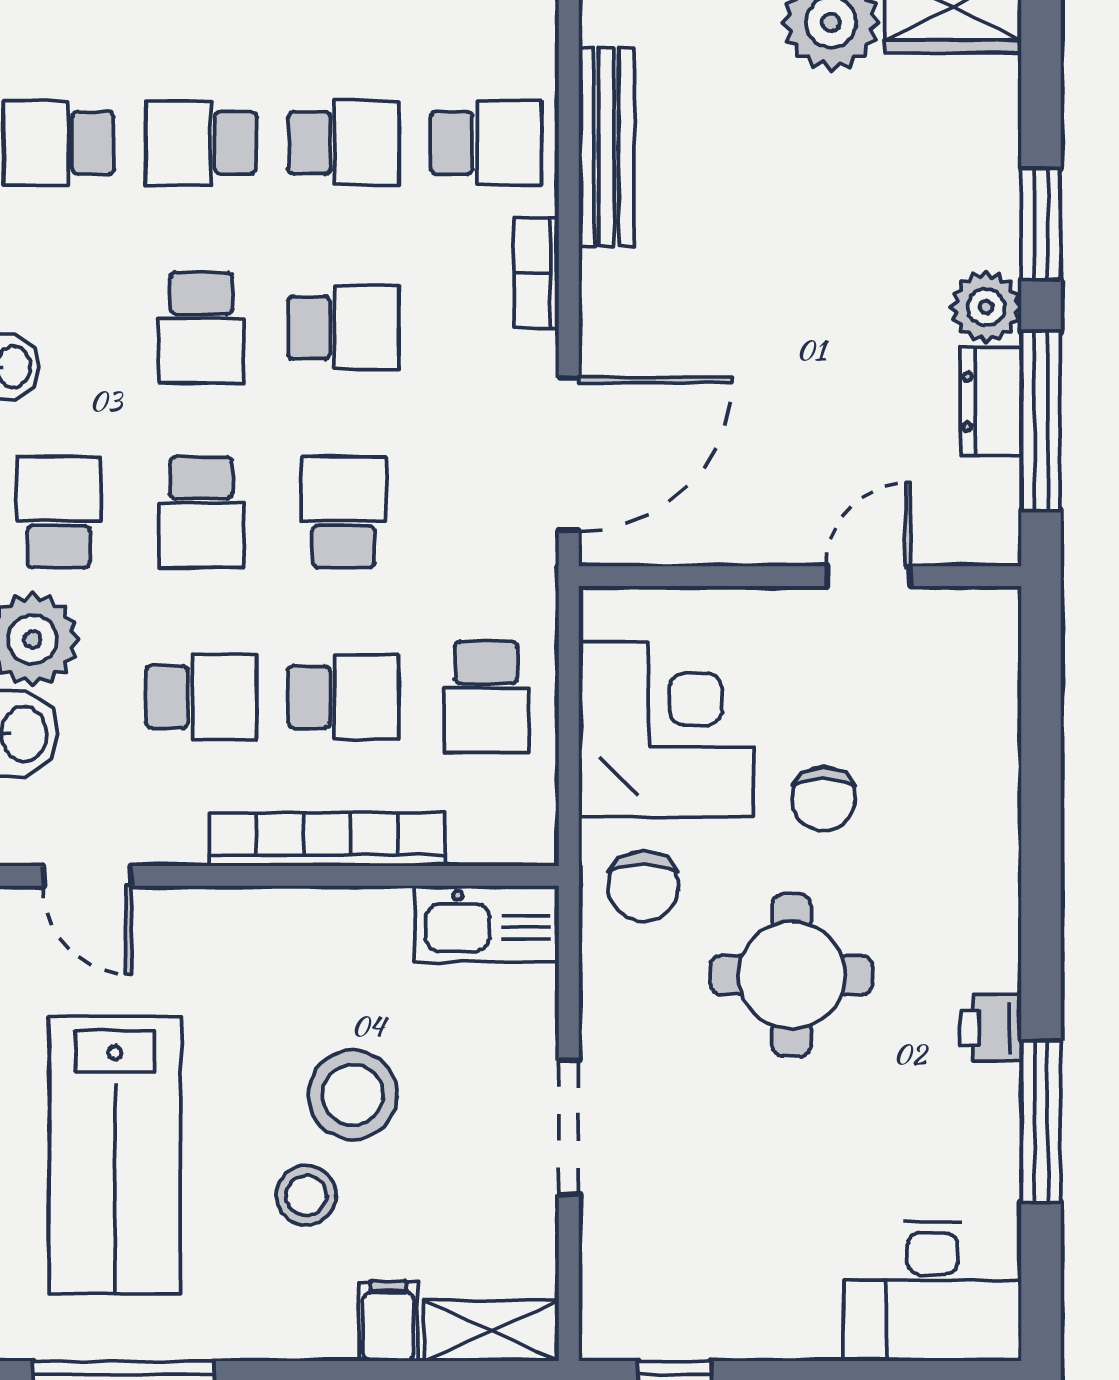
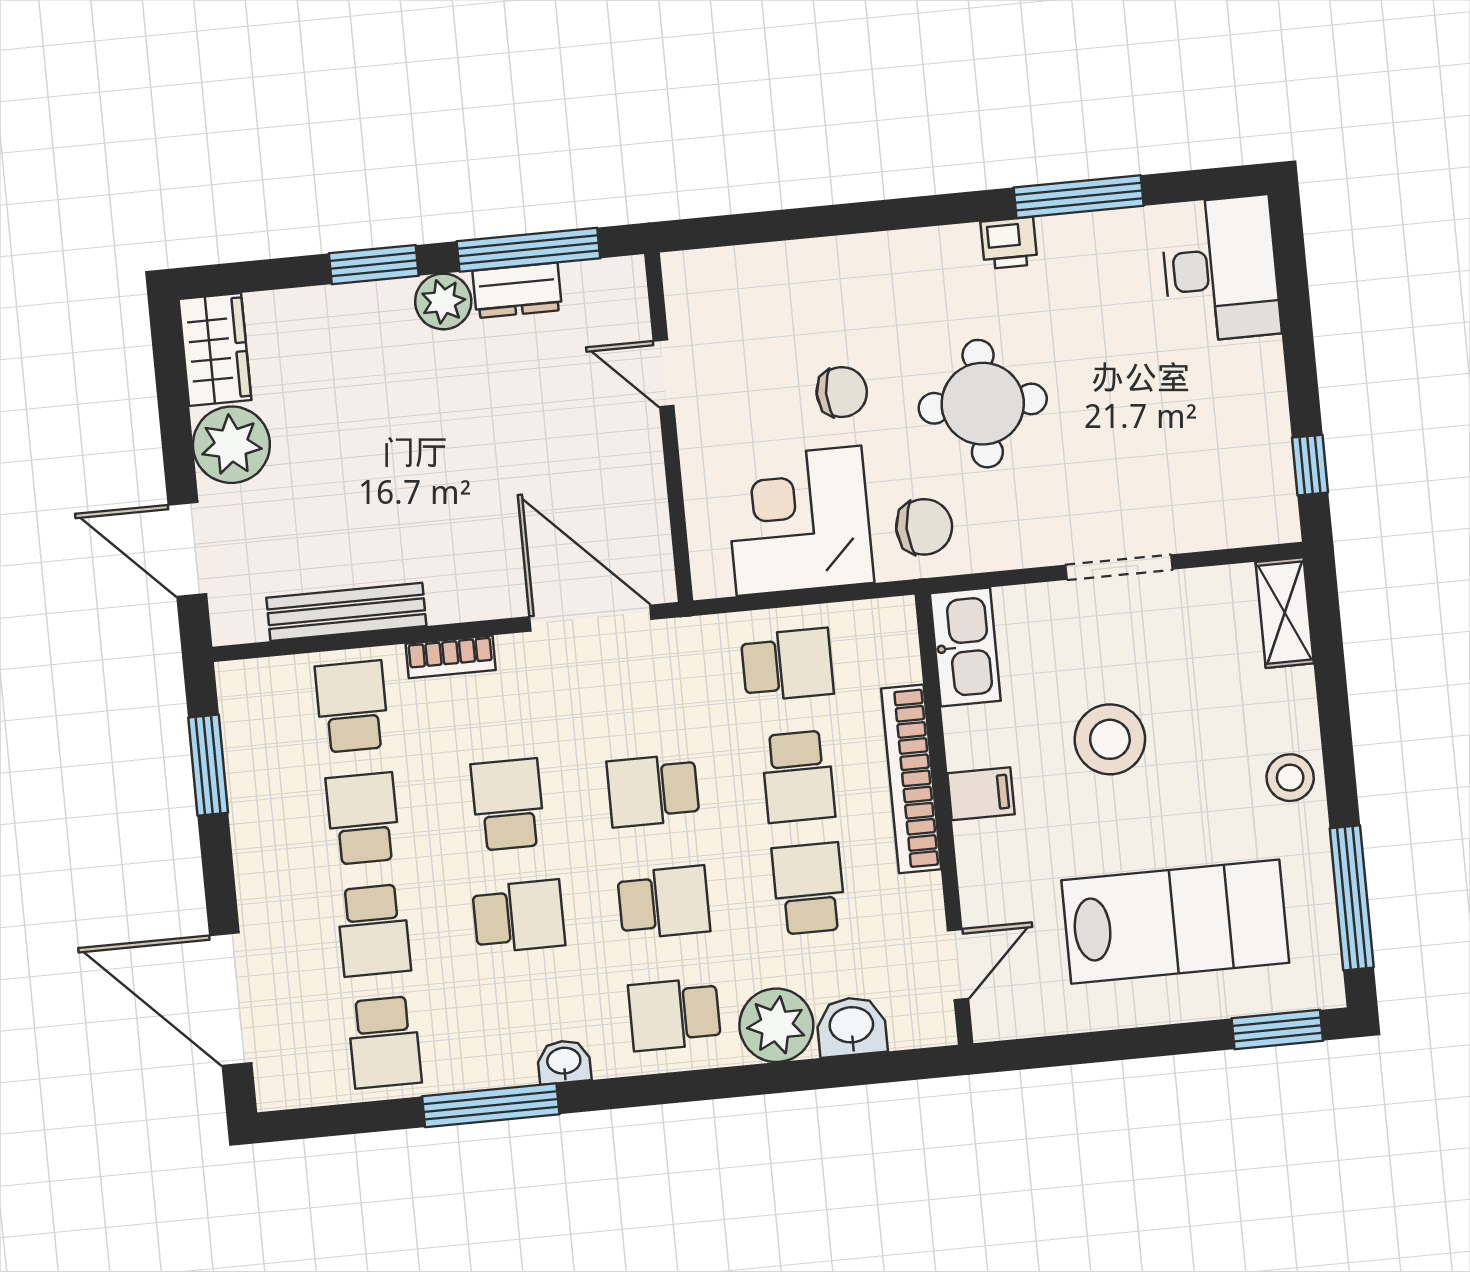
school desk: (344, 697) -> (798, 777), turned 180
stool: (306, 1195) -> (1290, 778), moved
filing cabinet: (388, 1321) -> (981, 794), moved, turned 180

